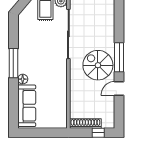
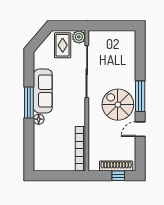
sofa: (27, 106) -> (43, 91), moved
bookcase: (62, 107) -> (80, 149), added
shoe rack: (85, 124) -> (116, 166), moved

